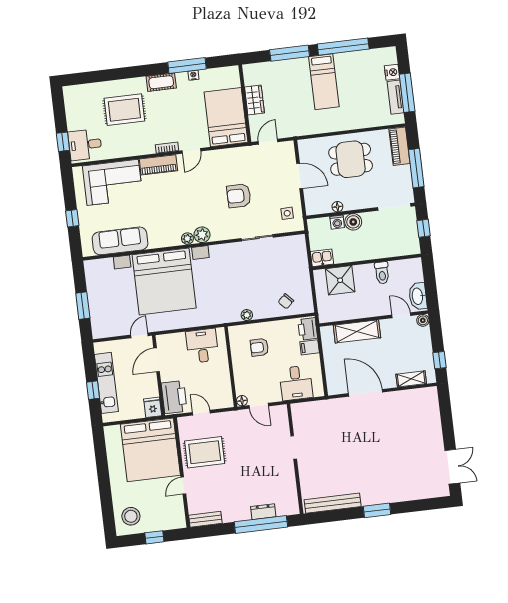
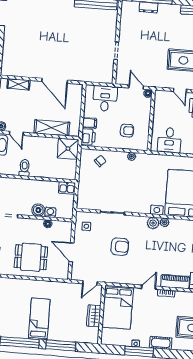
shower: (340, 280) -> (68, 149), moved

